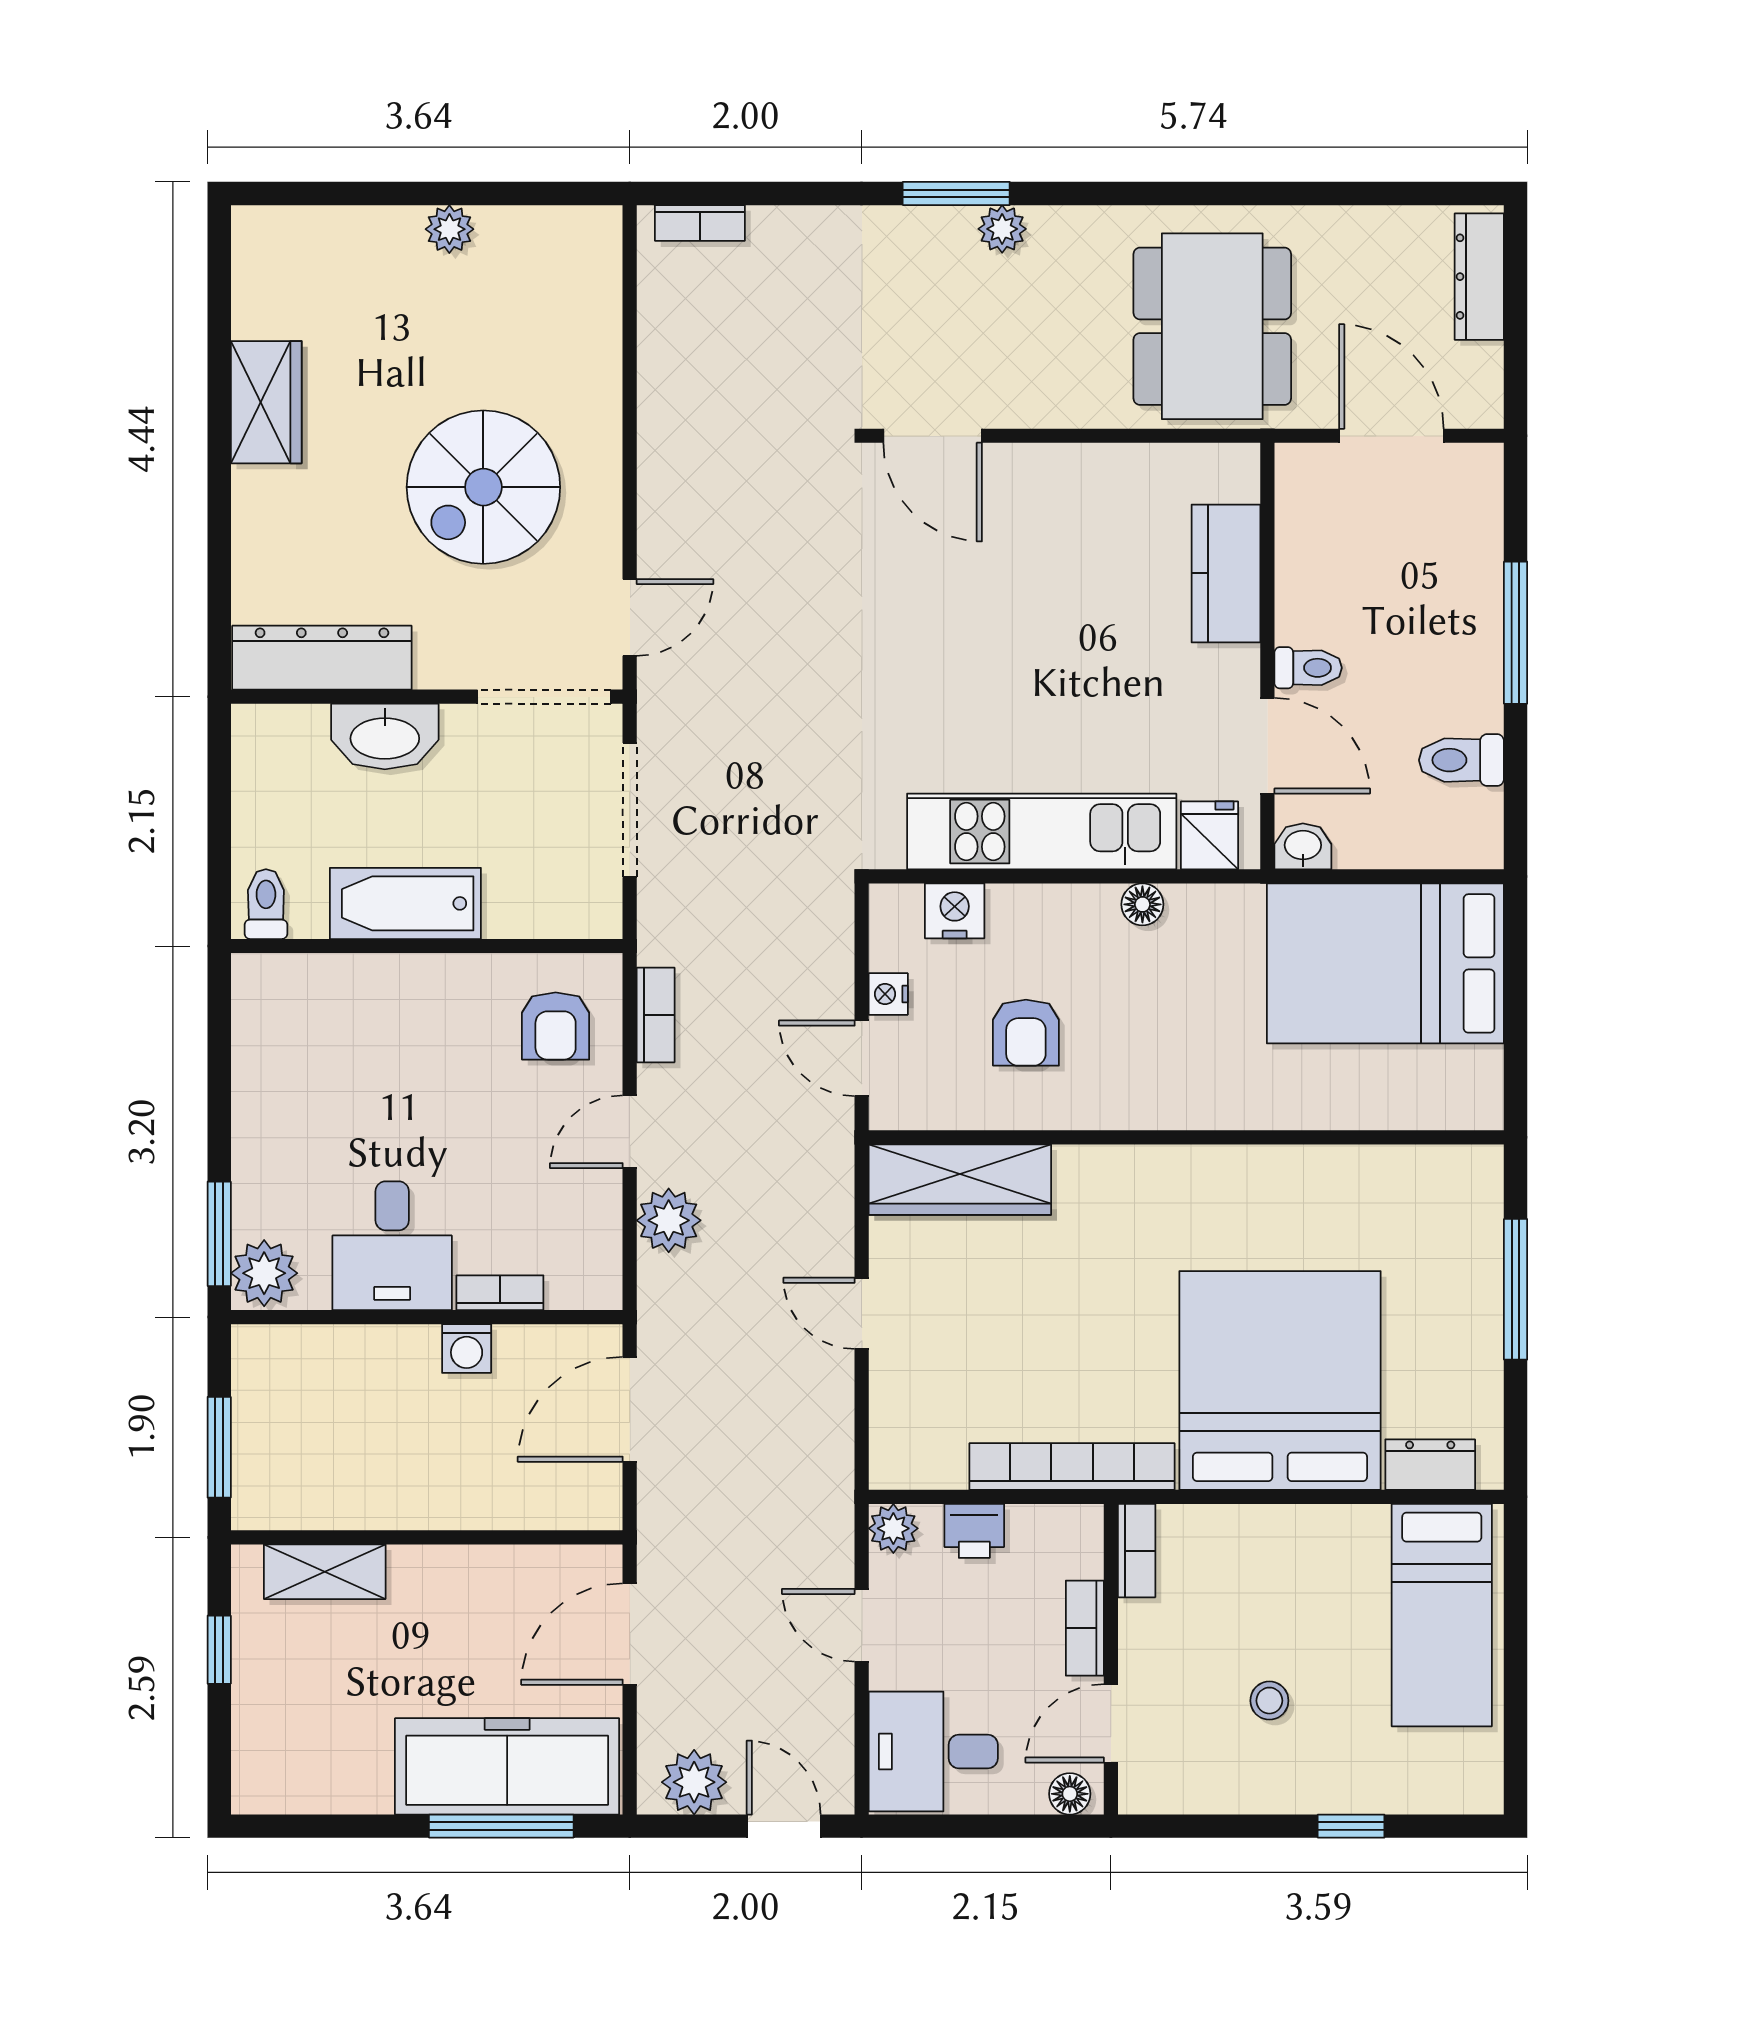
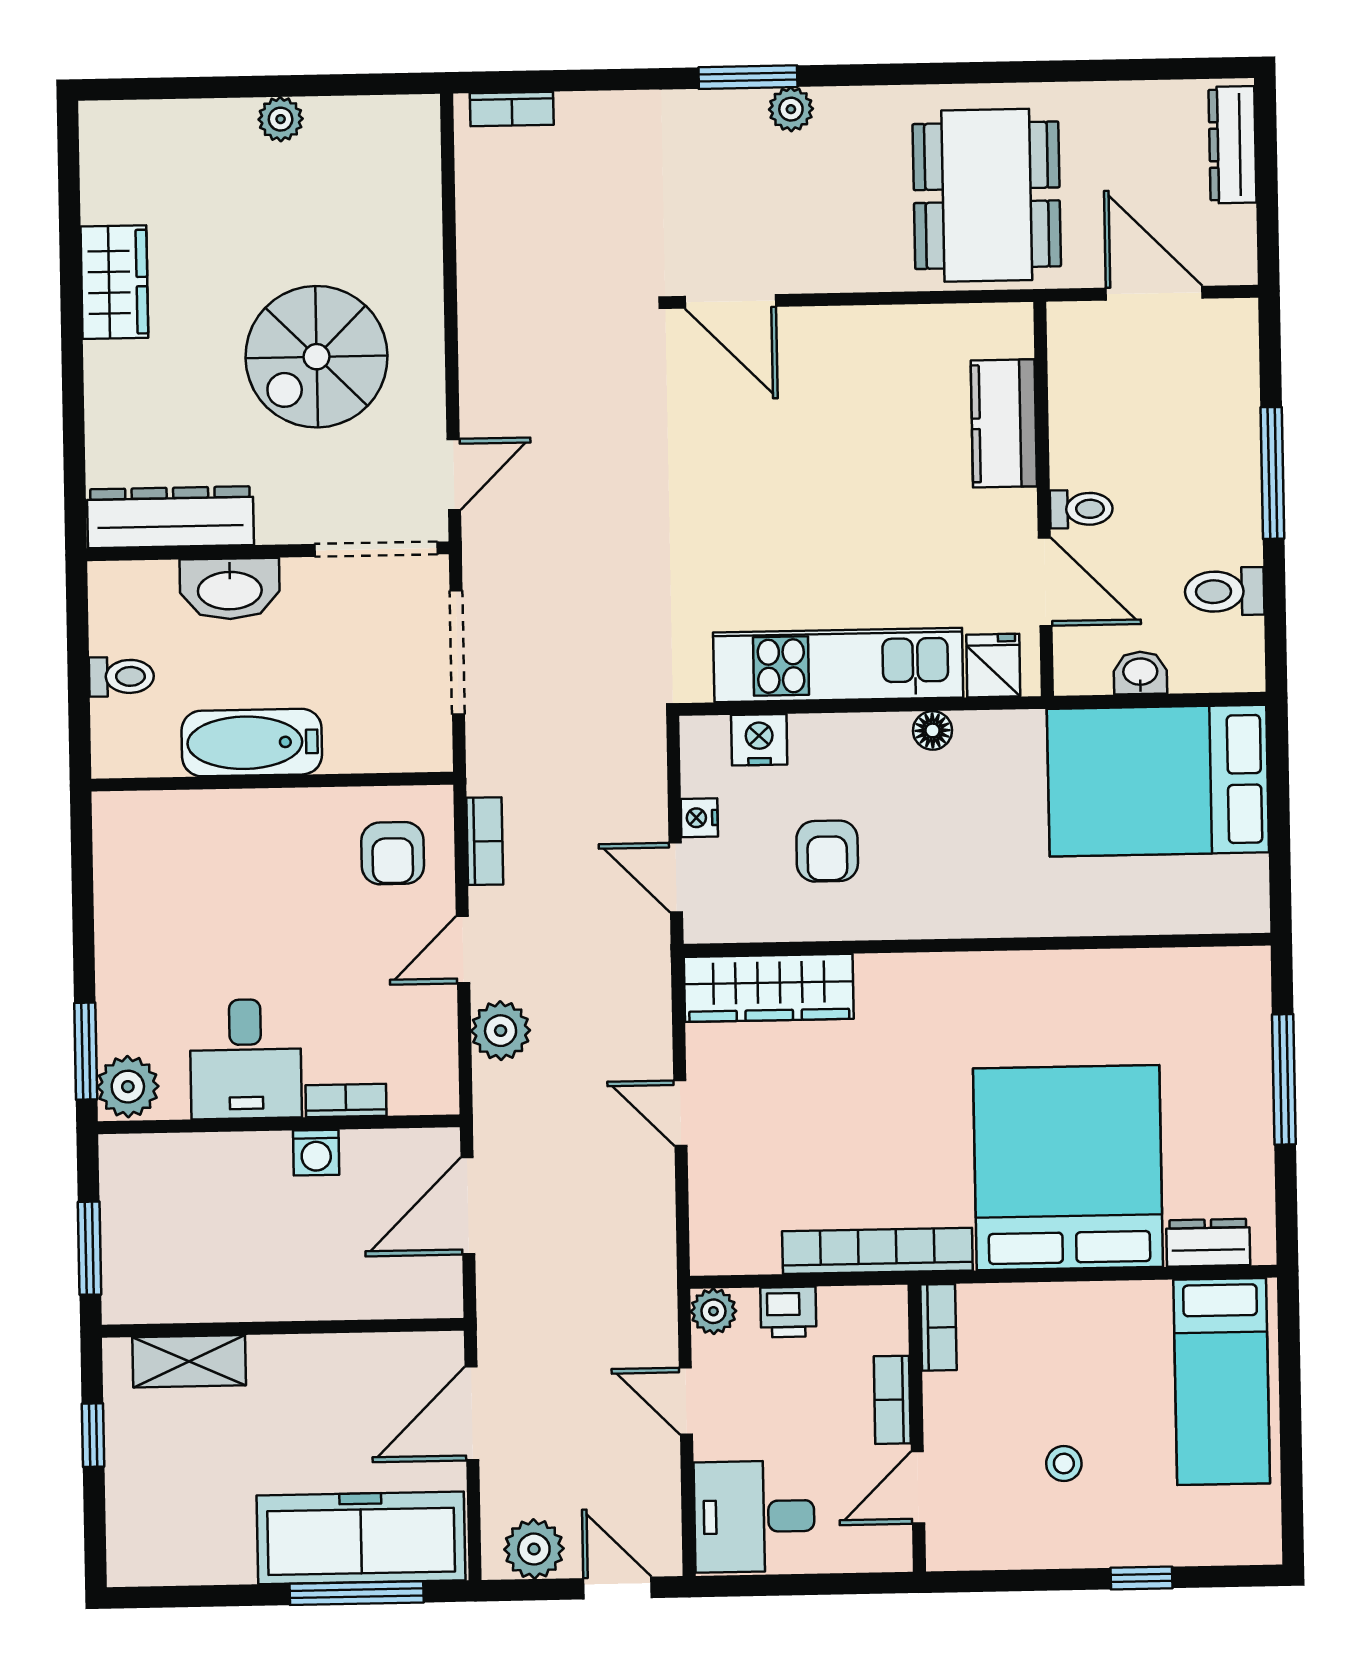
washbasin: (1303, 846) -> (1140, 673), moved
toilet: (266, 904) -> (121, 677), moved, turned 90
floor lamp: (1070, 1794) -> (881, 1553), removed

